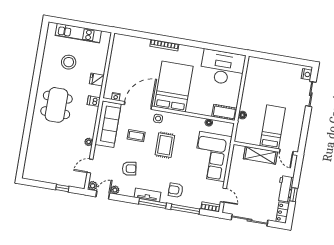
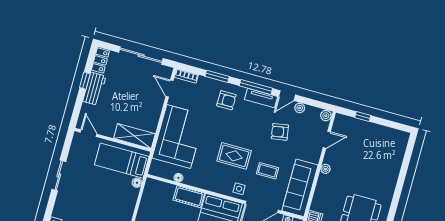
sliding door: (311, 94) -> (59, 175), moved
cot: (224, 112) -> (189, 197), moved
bed: (273, 127) -> (122, 161), moved, turned 90
rug: (165, 145) -> (234, 156), turned 90
shelving: (260, 155) -> (134, 136), moved
door: (103, 195) -> (287, 96), moved
window: (185, 209) -> (217, 76), width x0.69

